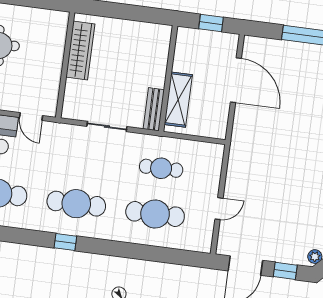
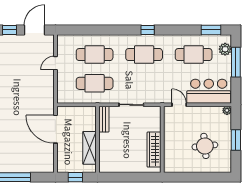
door: (236, 80) -> (55, 129), moved
shelving: (178, 100) -> (90, 148), moved
cafe table: (161, 168) -> (95, 83), width x1.37, depth x1.35

